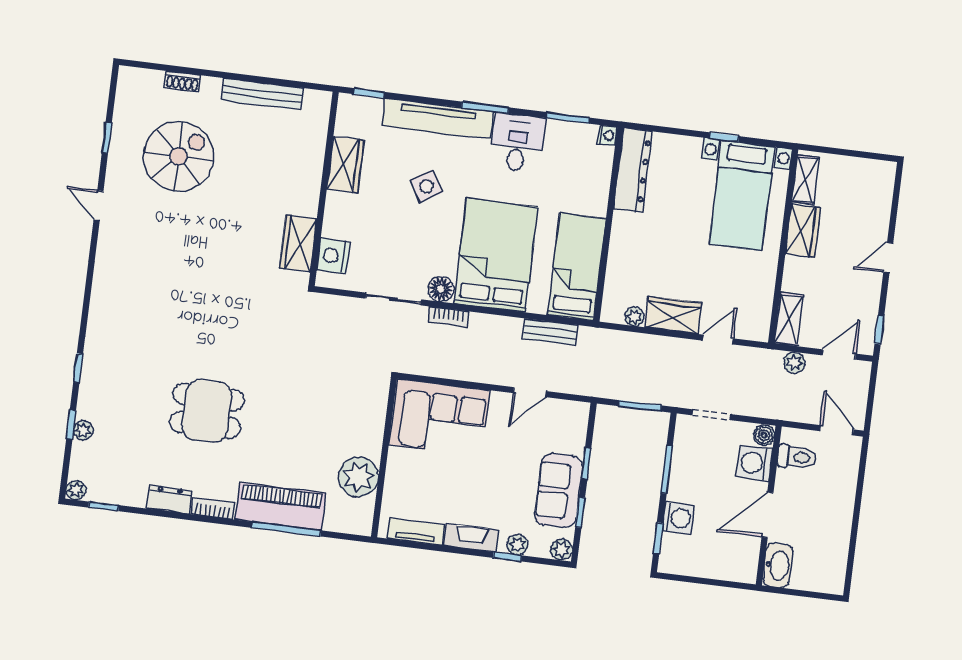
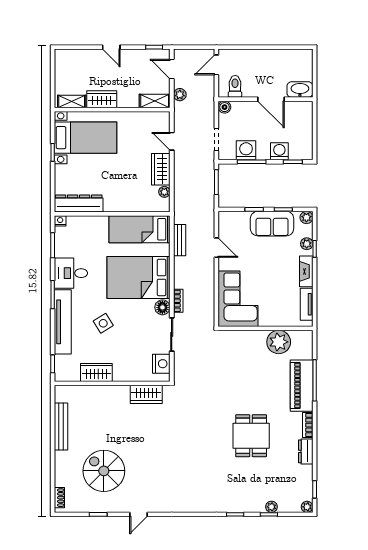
shoe rack: (182, 81) -> (59, 498), moved
nightstand: (333, 256) -> (161, 364), moved, turned -90
washing machine: (755, 463) -> (246, 150), moved, turned 180

